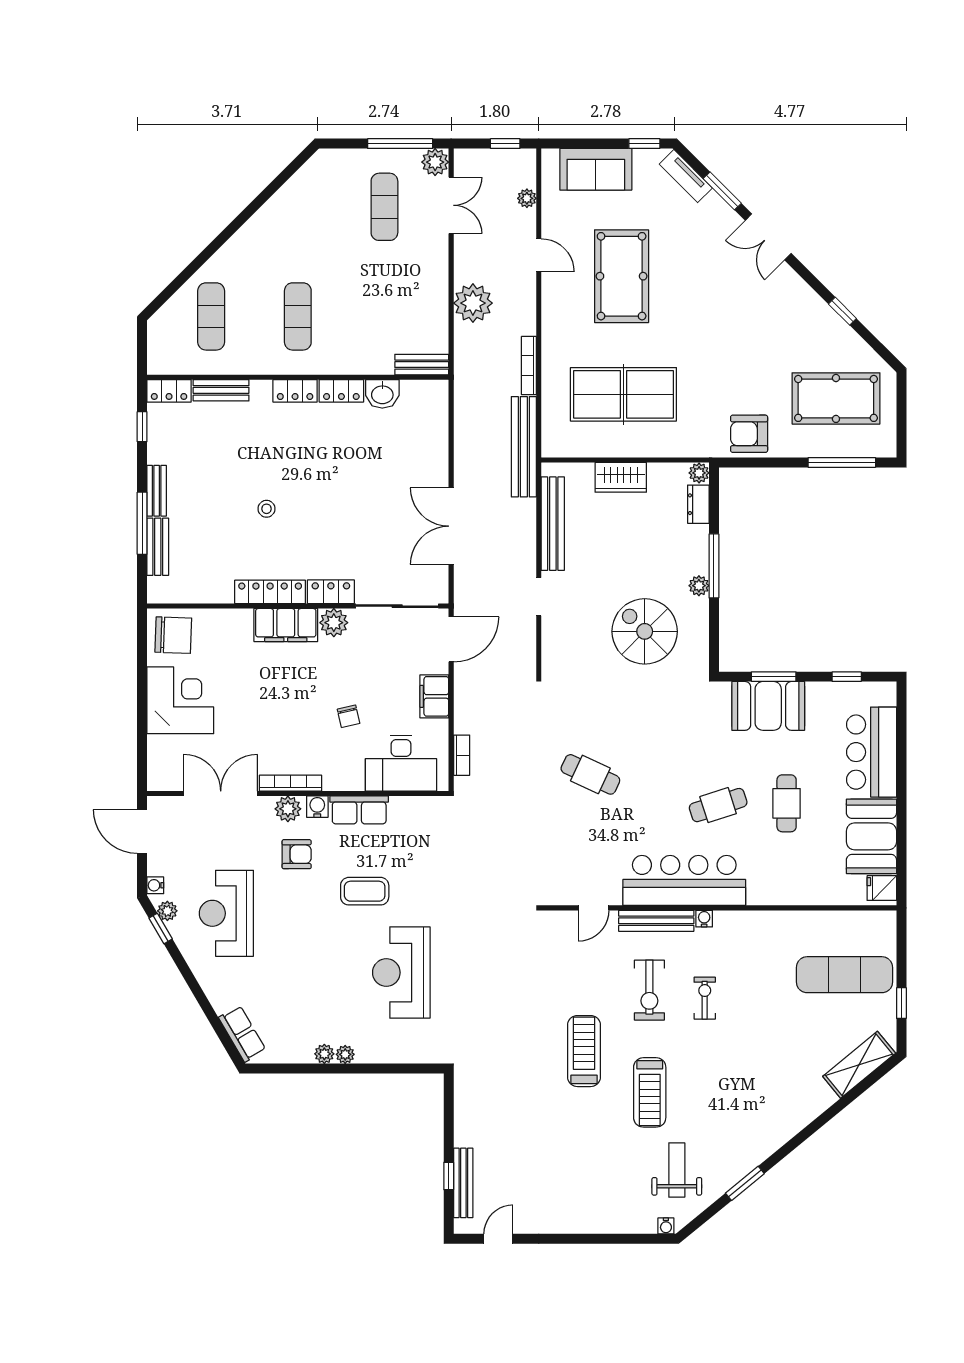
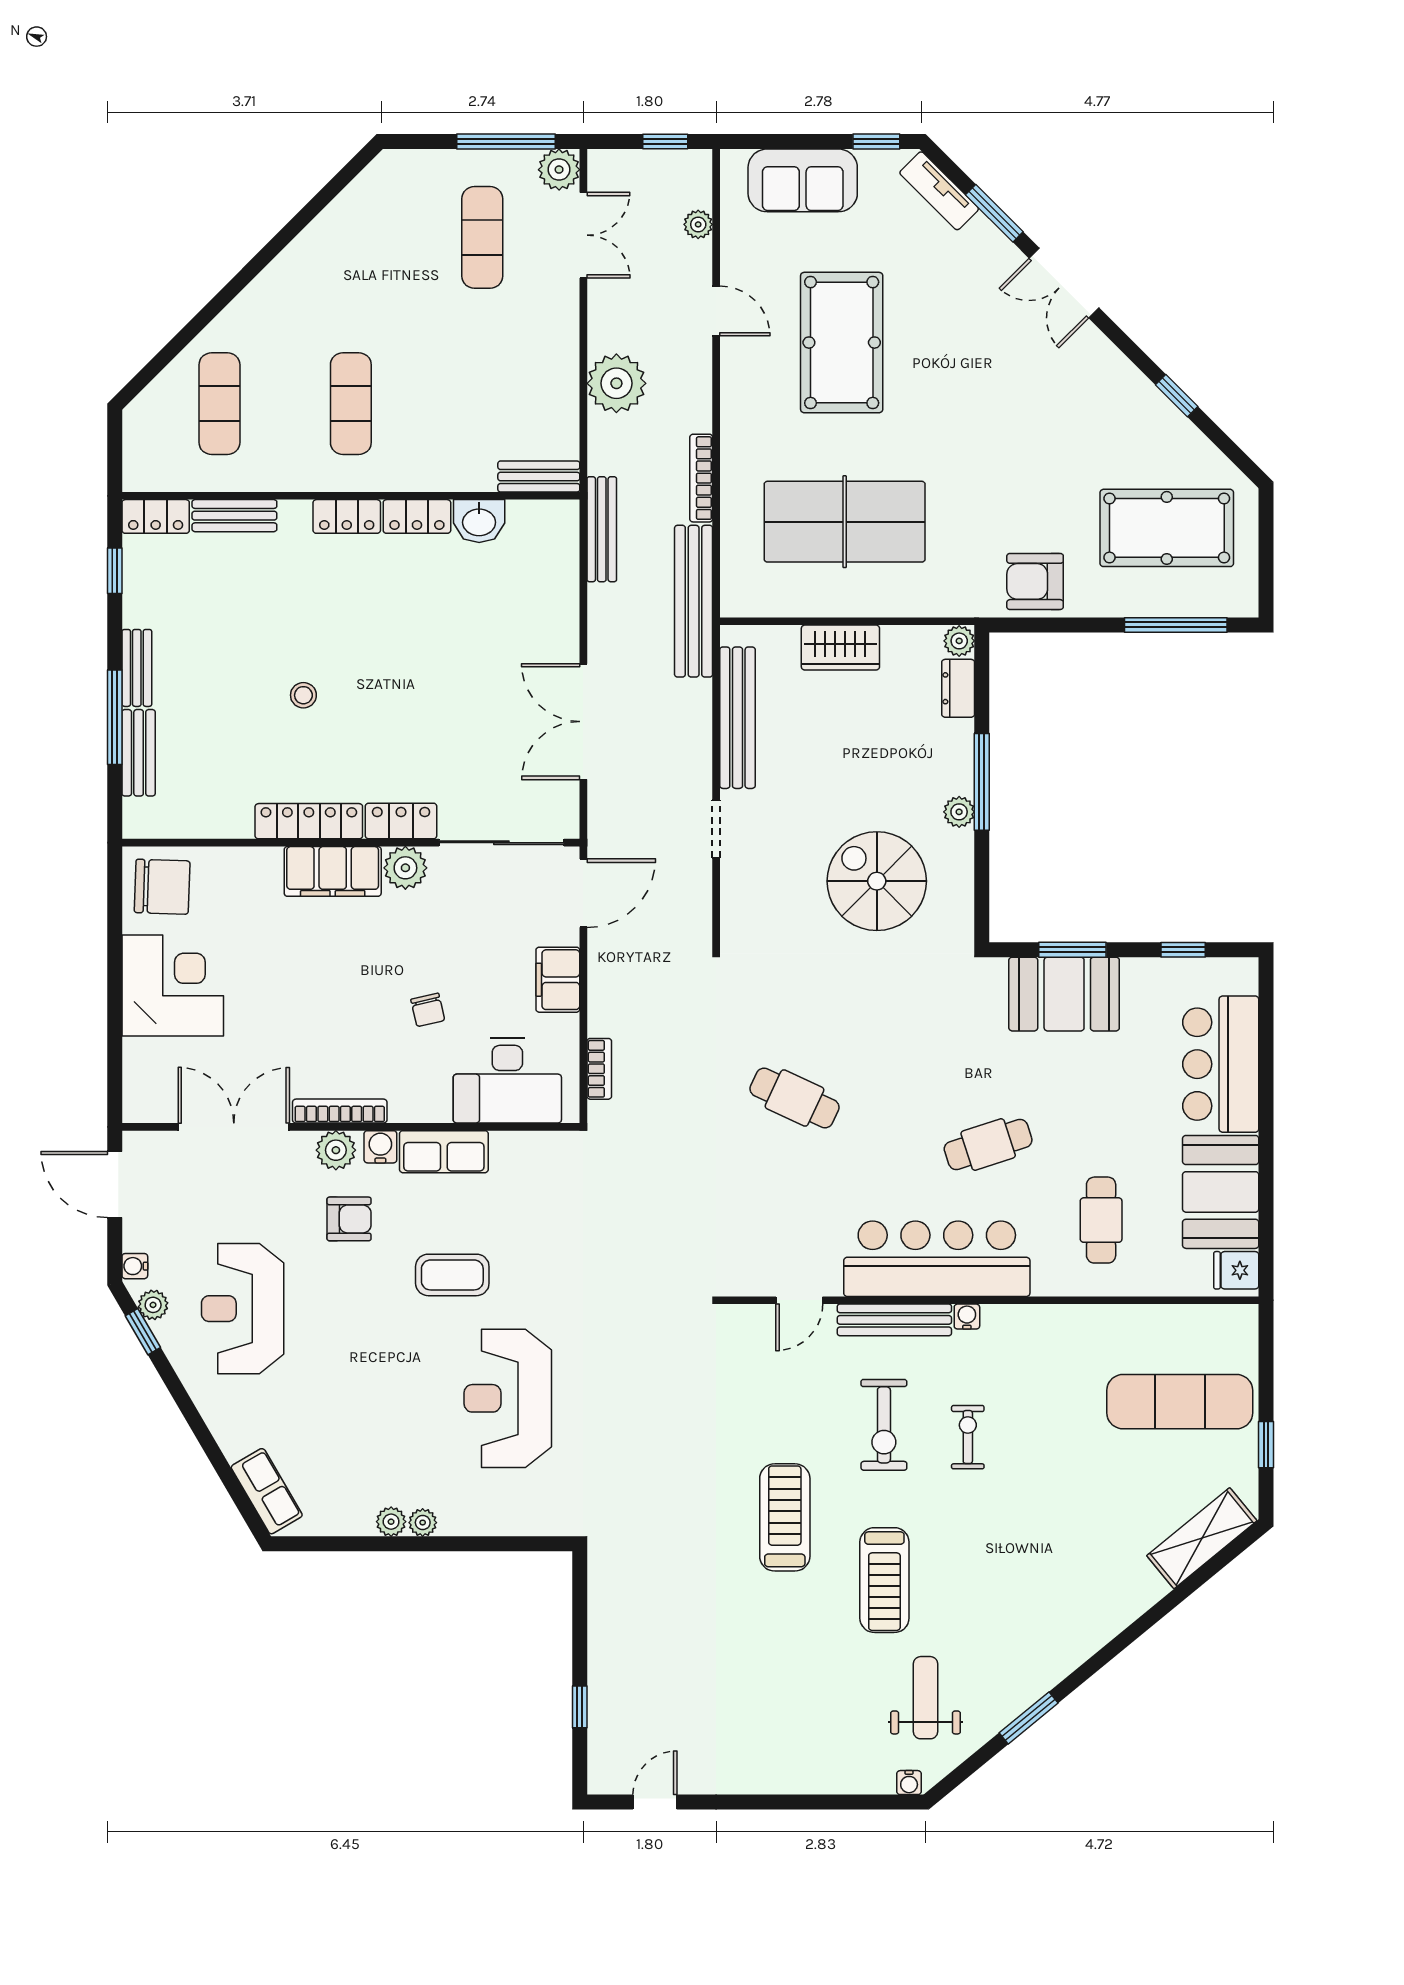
cafe table: (787, 803) -> (1101, 1220), moved
bench: (463, 1183) -> (602, 529), moved

